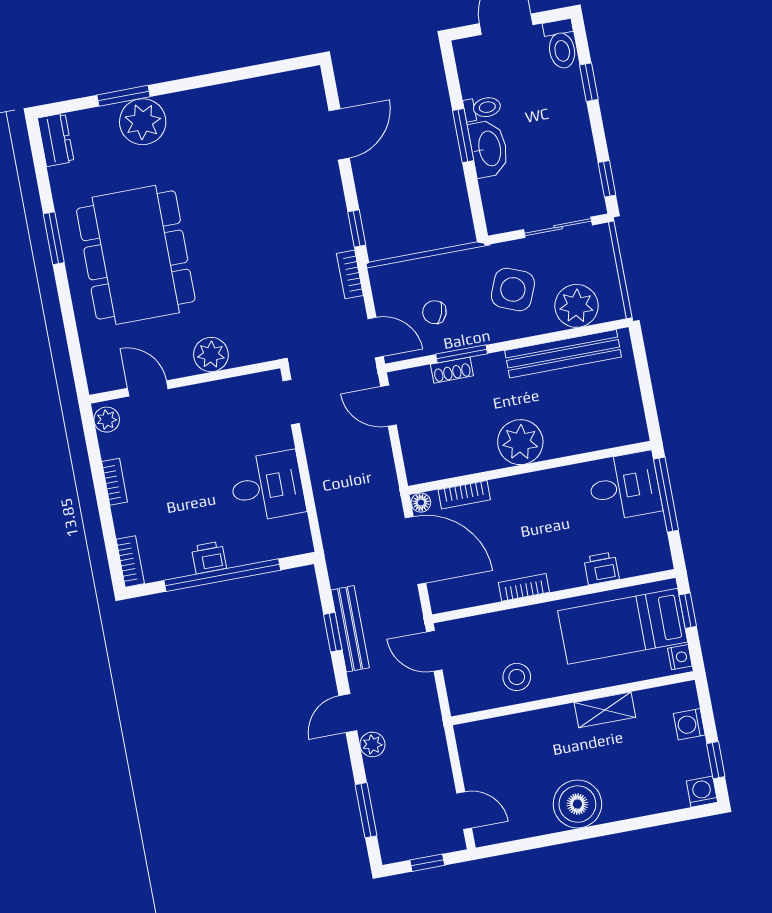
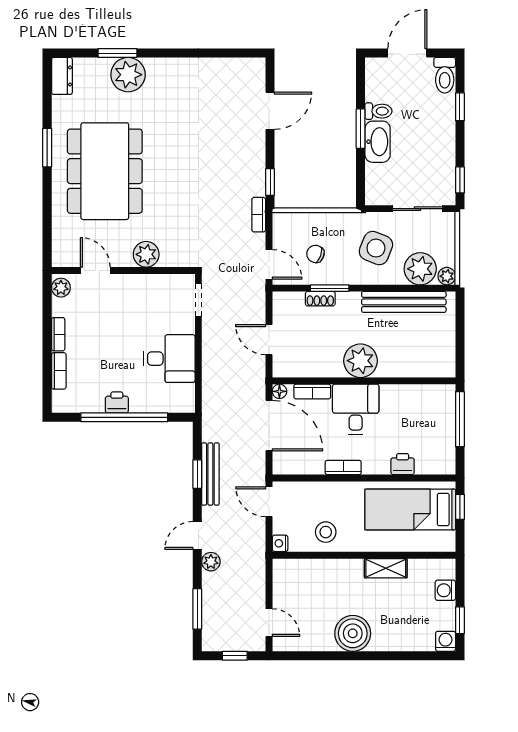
plant: (613, 309) -> (447, 276), added
door: (388, 406) -> (269, 340), moved
desk: (624, 486) -> (356, 409), moved, turned -90
bookcase: (130, 561) -> (59, 371), moved
nightstand: (680, 657) -> (280, 543), moved, turned 180

